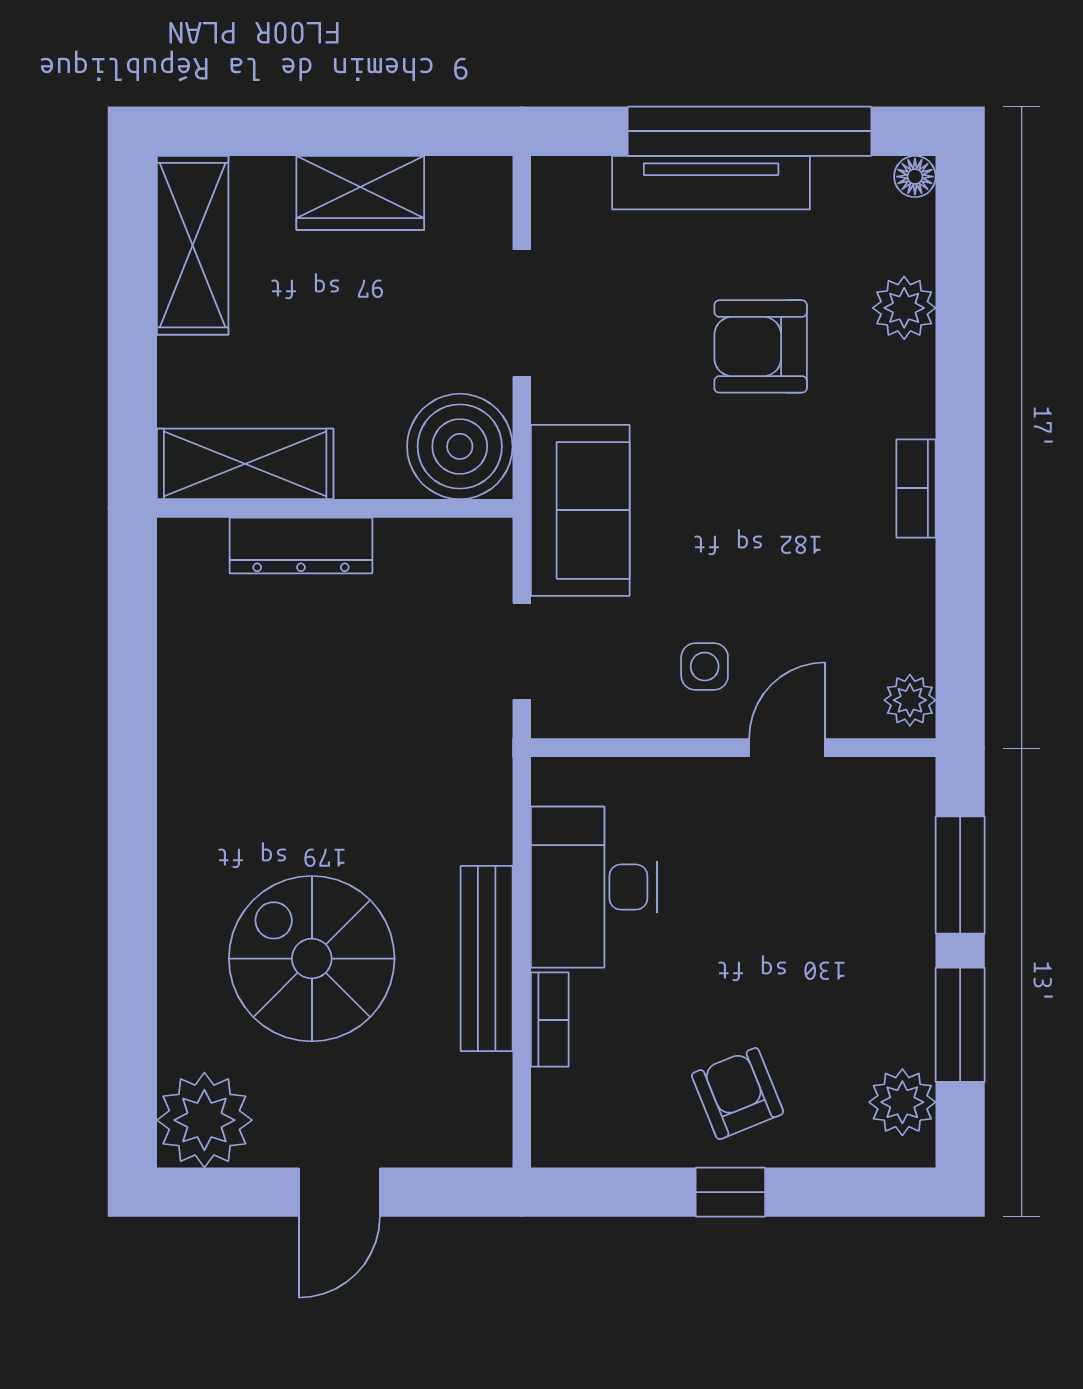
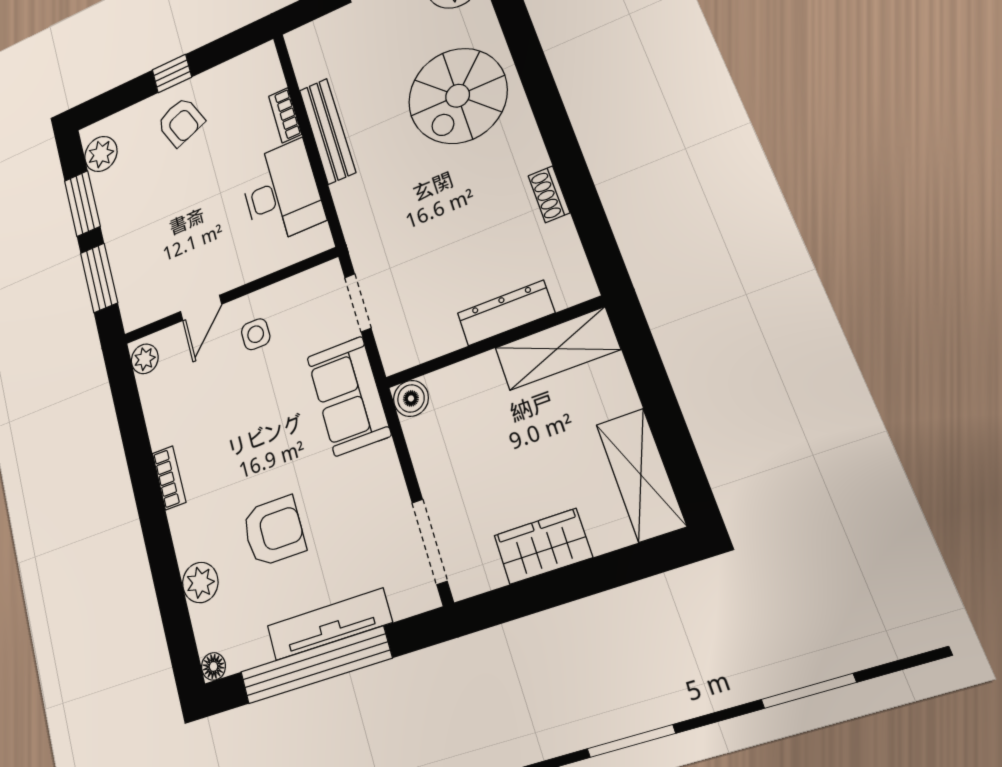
doorway: (522, 313) -> (430, 542), moved
boiler: (460, 446) -> (411, 398), width x0.54, depth x0.54
shoe rack: (177, 701) -> (549, 194), added
spiral stairs: (312, 959) -> (458, 96), moved, turned 90

